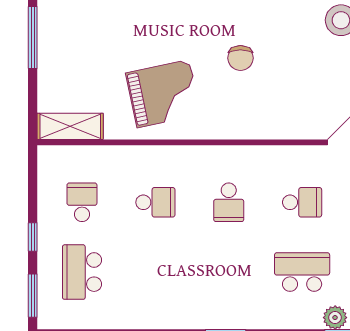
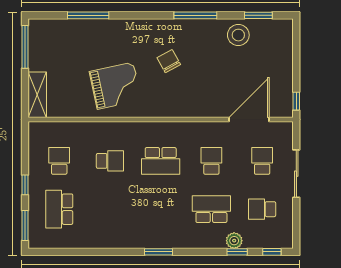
chair: (240, 58) -> (169, 61), turned 151
shelving: (70, 126) -> (37, 95), moved, turned 90
school desk: (229, 202) -> (161, 161), width x1.85
school desk: (302, 202) -> (211, 161), turned -90

